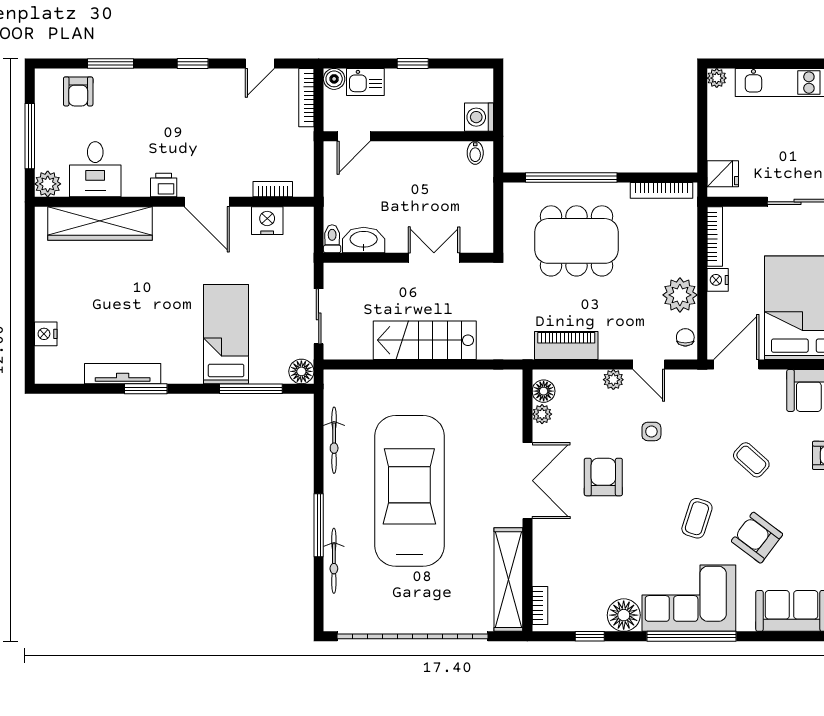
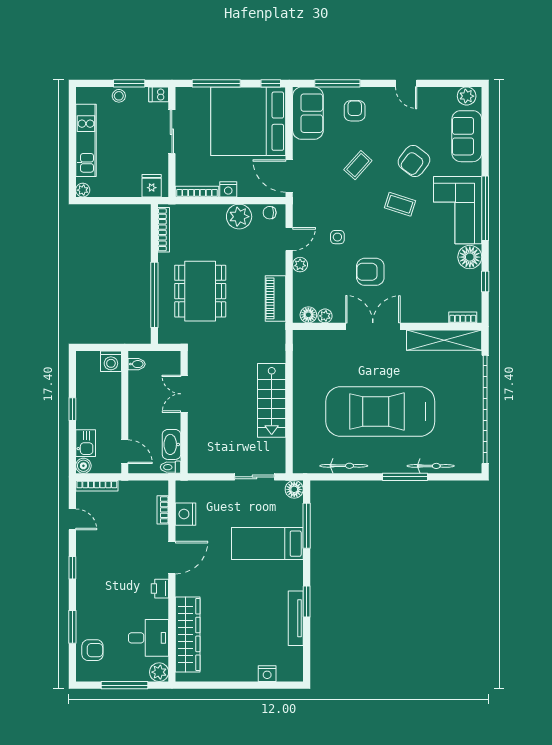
toilet: (332, 239) -> (171, 467), moved
washbasin: (364, 240) -> (172, 444), moved
wall: (408, 258) -> (184, 412), moved
double door: (434, 258) -> (184, 394), moved

